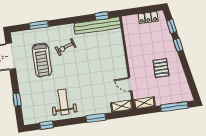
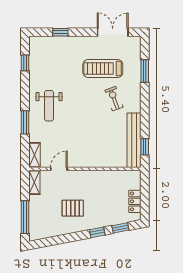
weight bench: (63, 102) -> (49, 106), moved, turned 90

